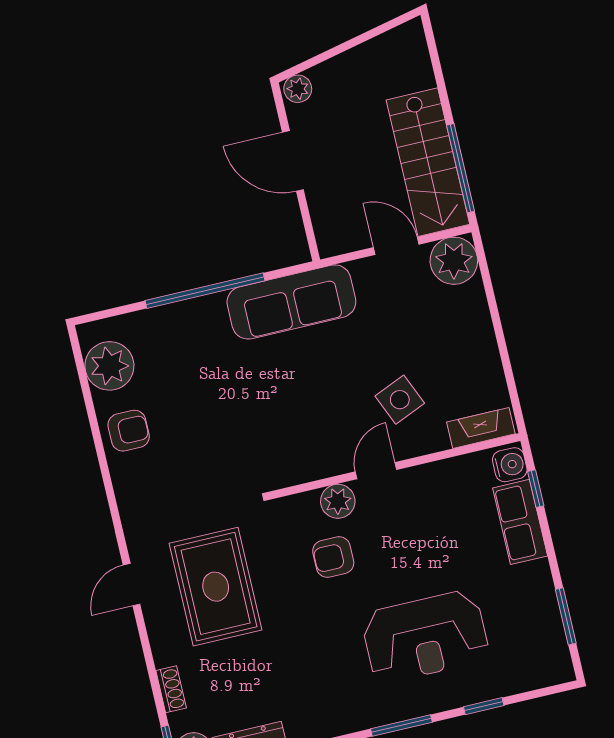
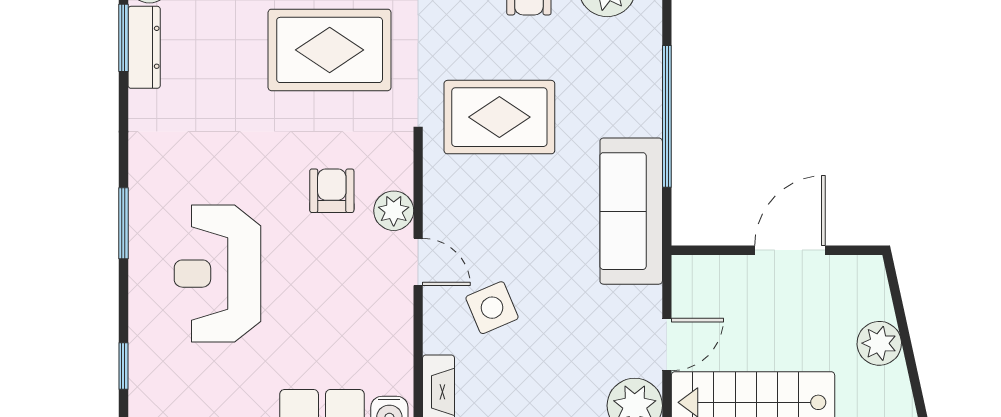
plant: (298, 89) -> (879, 343), moved, width x1.38, depth x1.38
rug: (239, 431) -> (499, 117), added
window: (484, 706) -> (123, 366), moved

